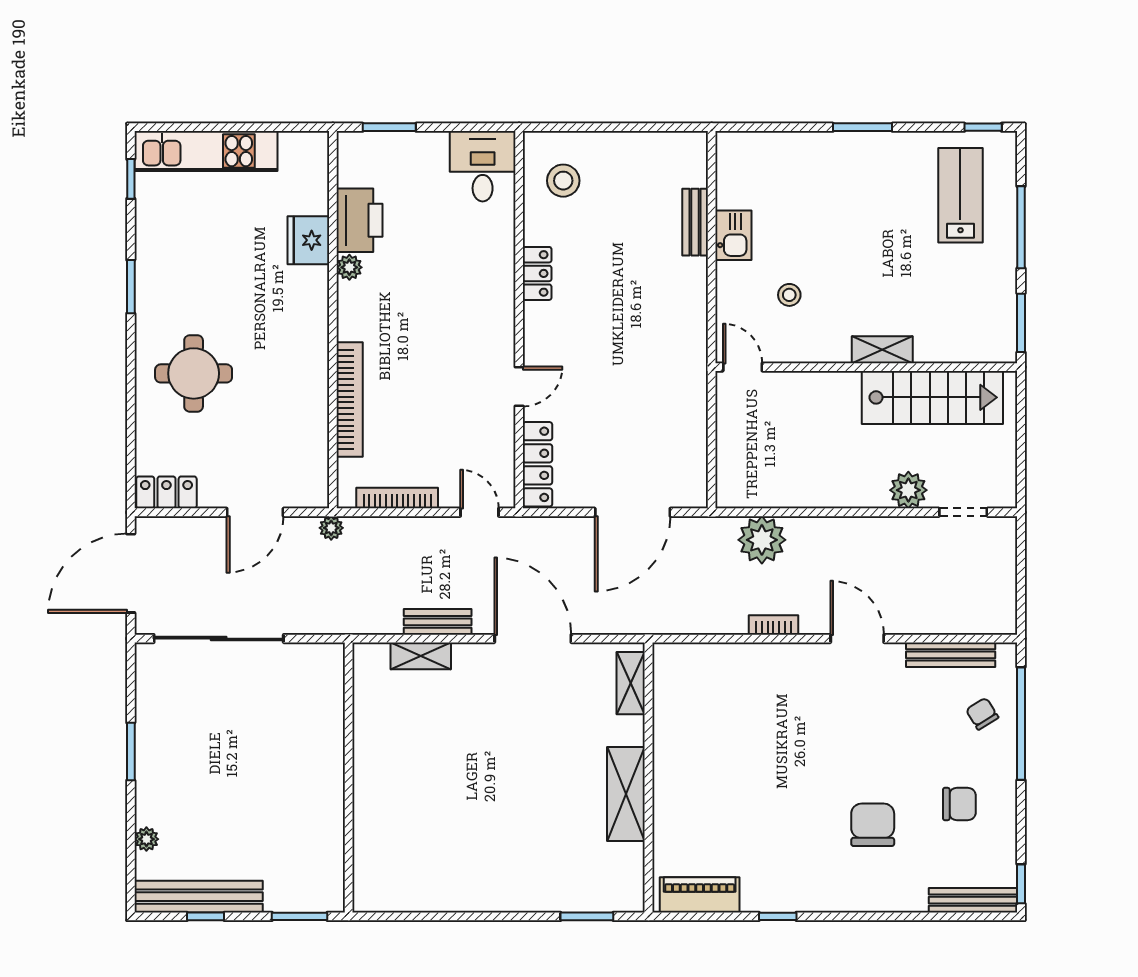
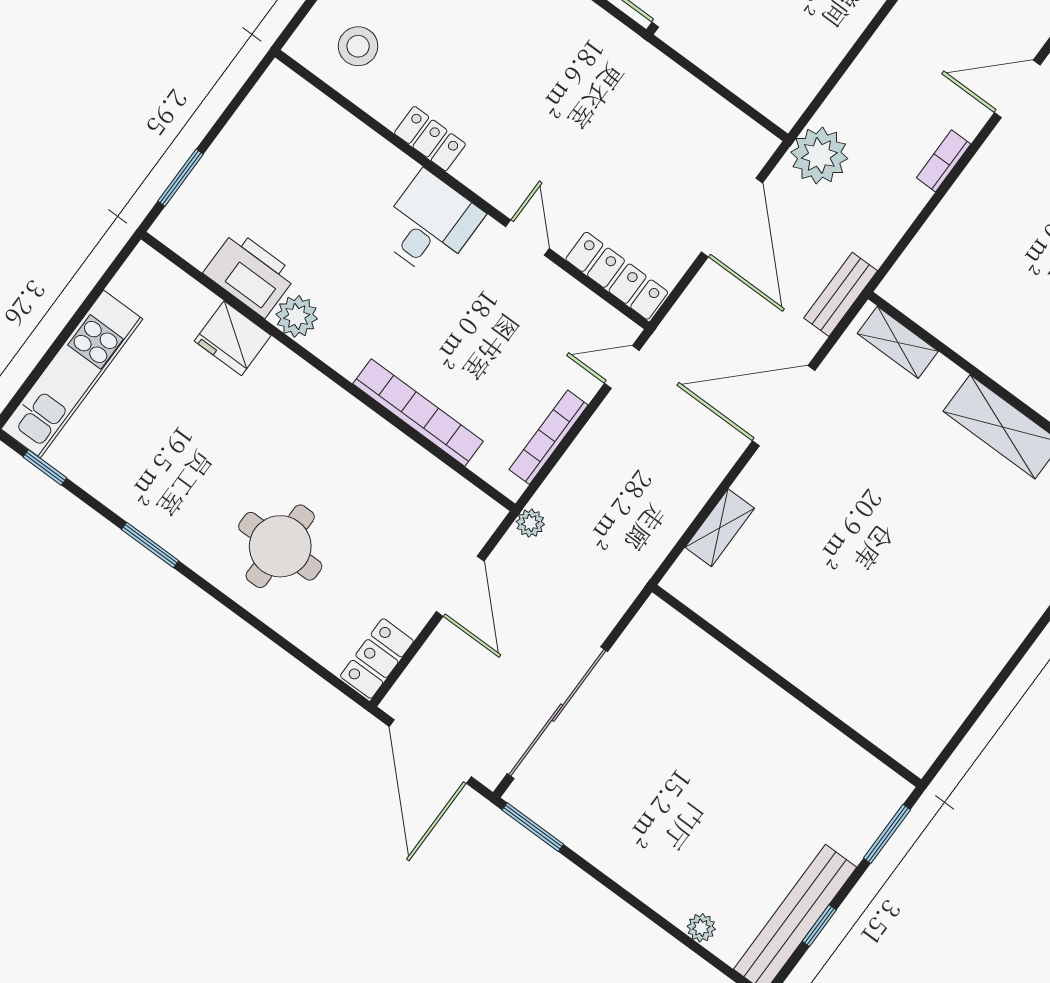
desk: (483, 166) -> (430, 225), moved, turned 90
plant: (349, 267) -> (297, 316), width x1.38, depth x1.38
plant: (762, 540) -> (819, 155), moved
bench: (438, 622) -> (841, 294), moved
window: (131, 752) -> (533, 827), moved

